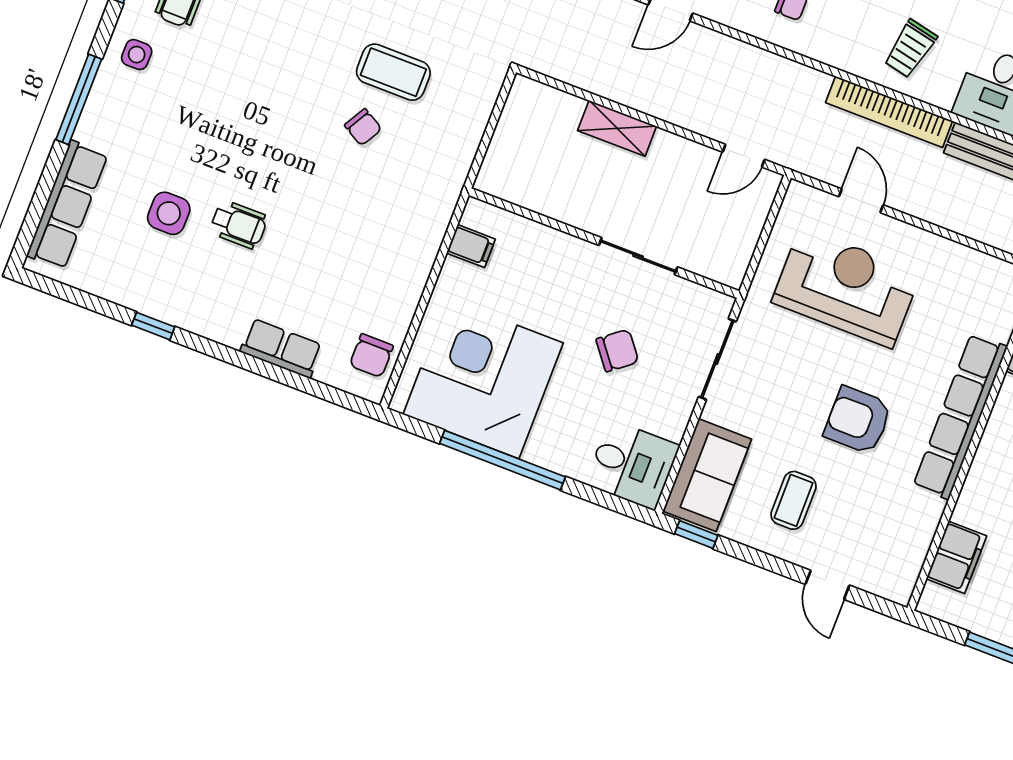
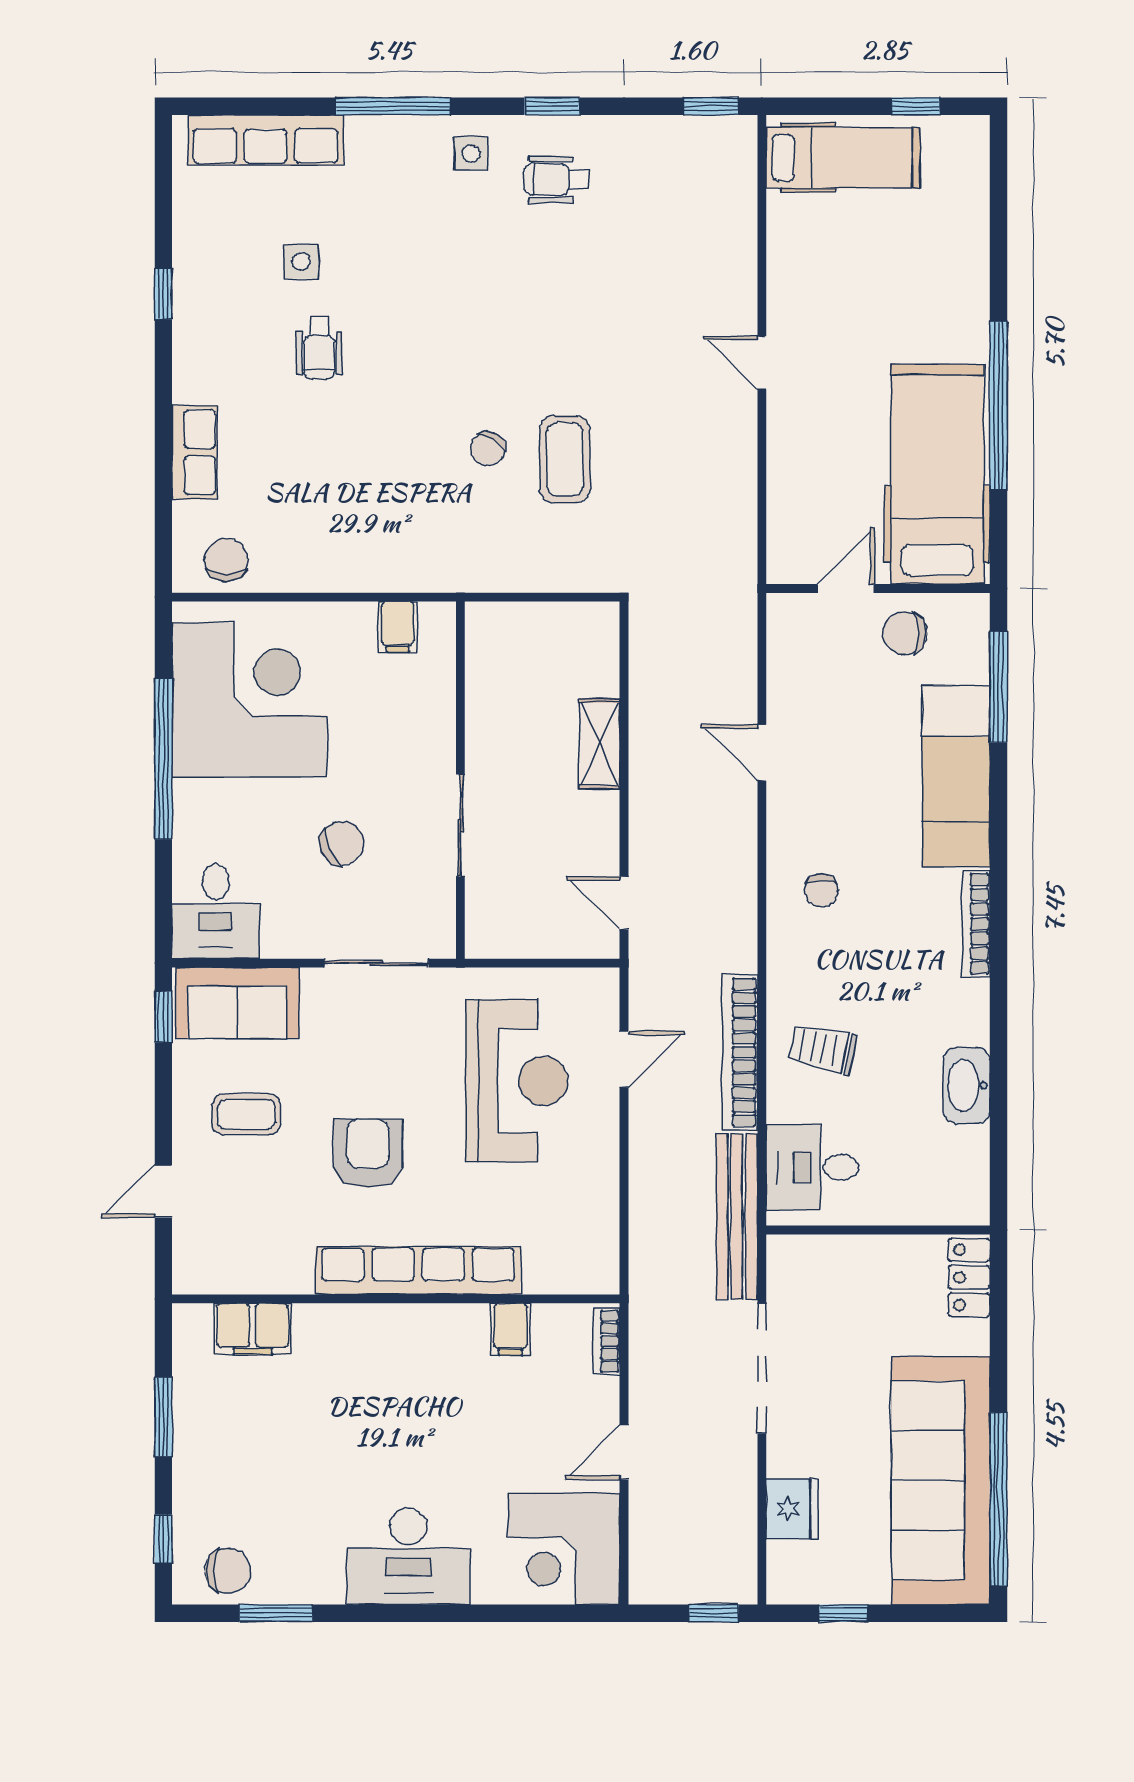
side table: (169, 213) -> (301, 262), width x0.73, depth x0.73
chair: (617, 351) -> (342, 843), turned -76
chair: (371, 356) -> (226, 560), turned 90

